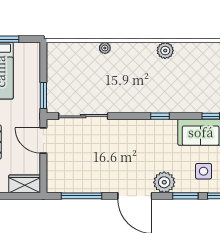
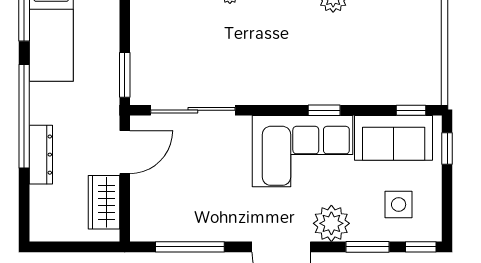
corner sofa: (147, 140) -> (303, 151), added
door: (43, 141) -> (125, 152), swing flipped
wardrobe: (25, 184) -> (104, 202), moved, turned -90

